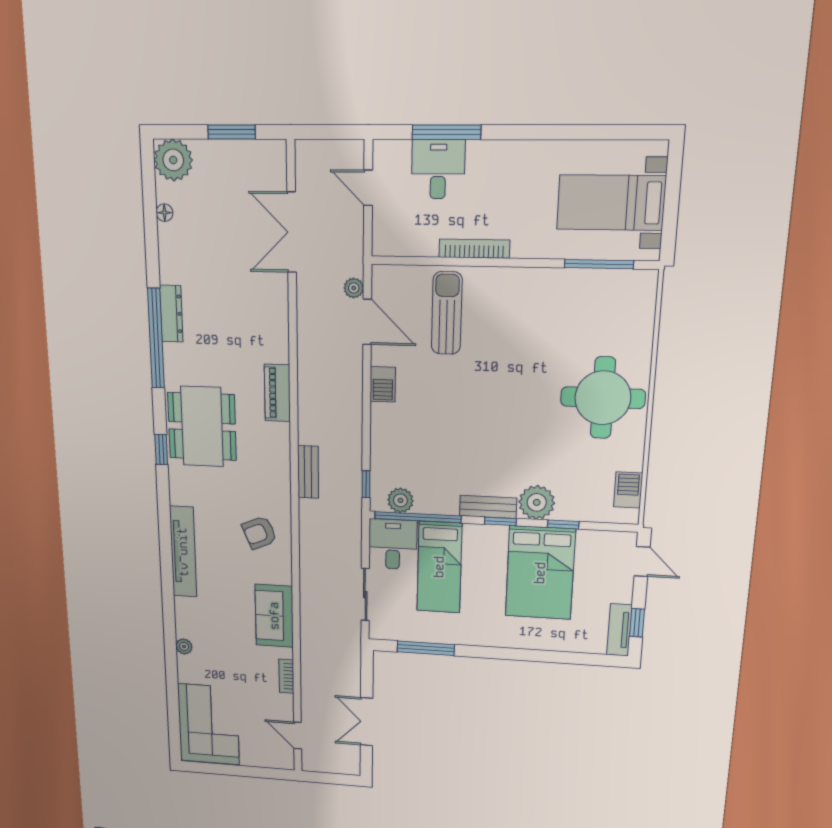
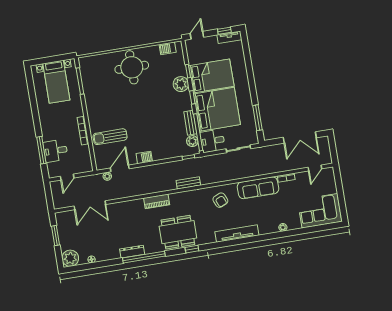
bench: (488, 507) -> (190, 123), moved
bed: (439, 567) -> (217, 109), width x2.04
sofa: (274, 616) -> (258, 188), width x1.36
double door: (367, 722) -> (300, 138), width x1.37

